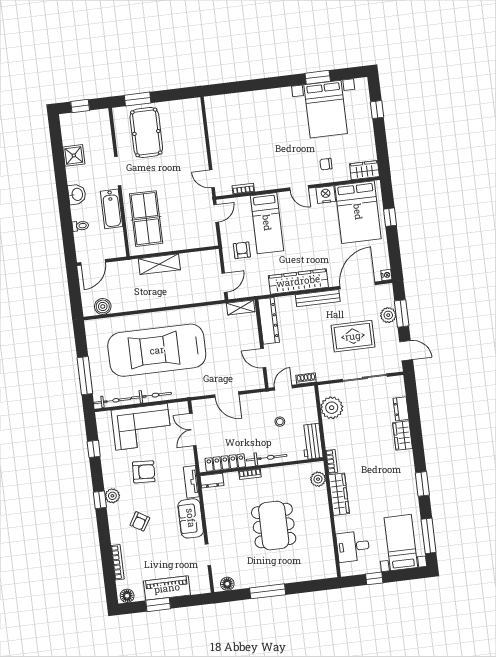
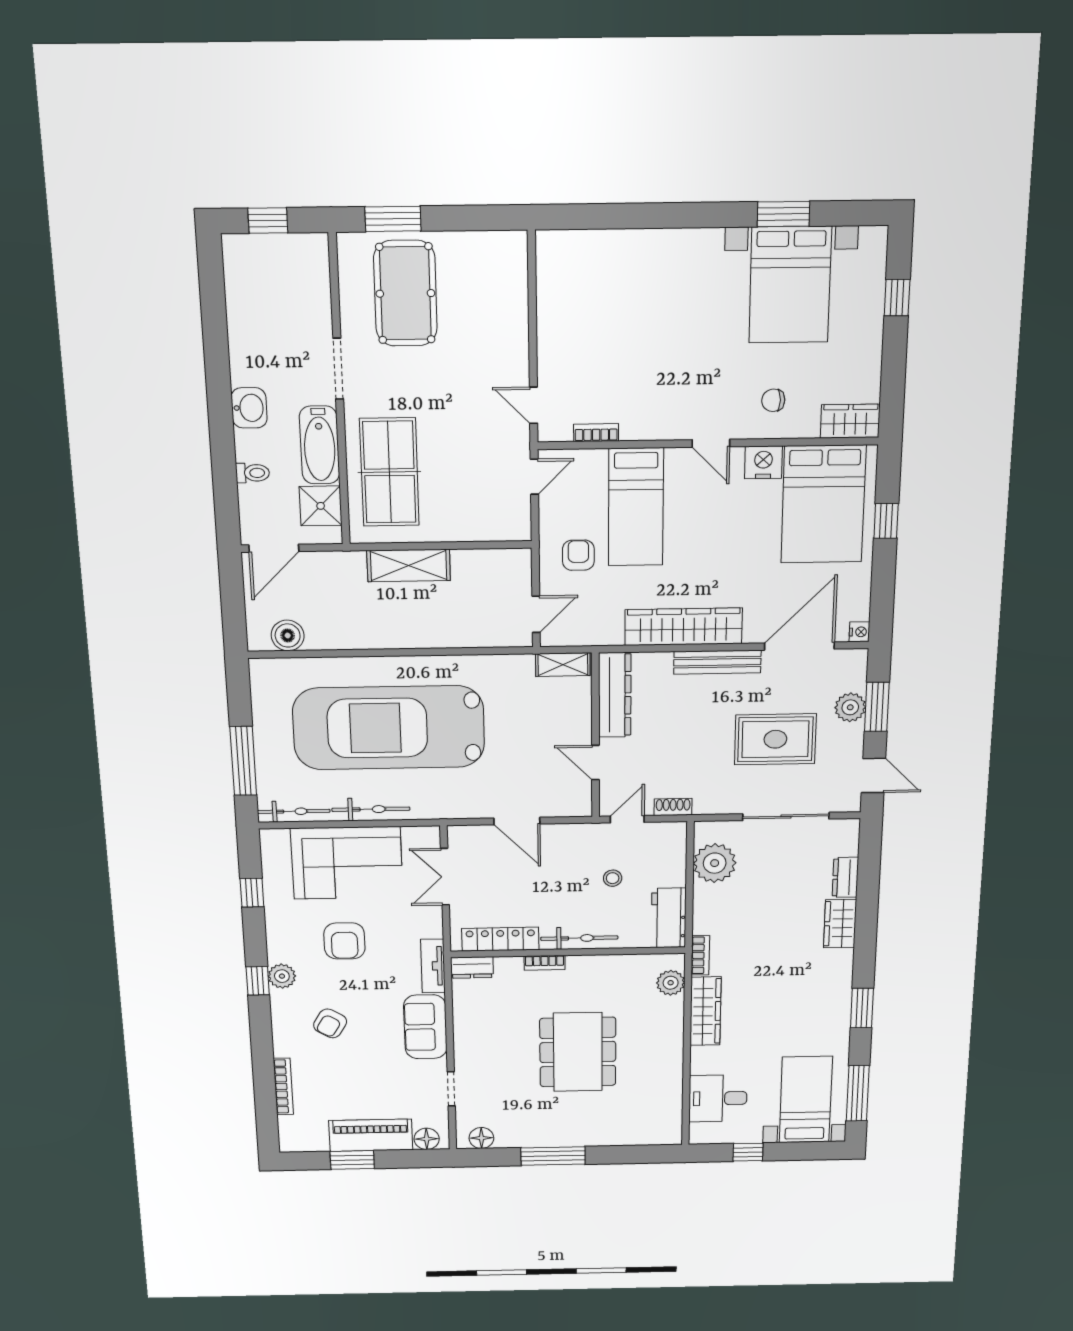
shower: (74, 155) -> (321, 506), moved
armchair: (144, 472) -> (344, 941), turned 87
floor lamp: (127, 596) -> (427, 1139), moved

